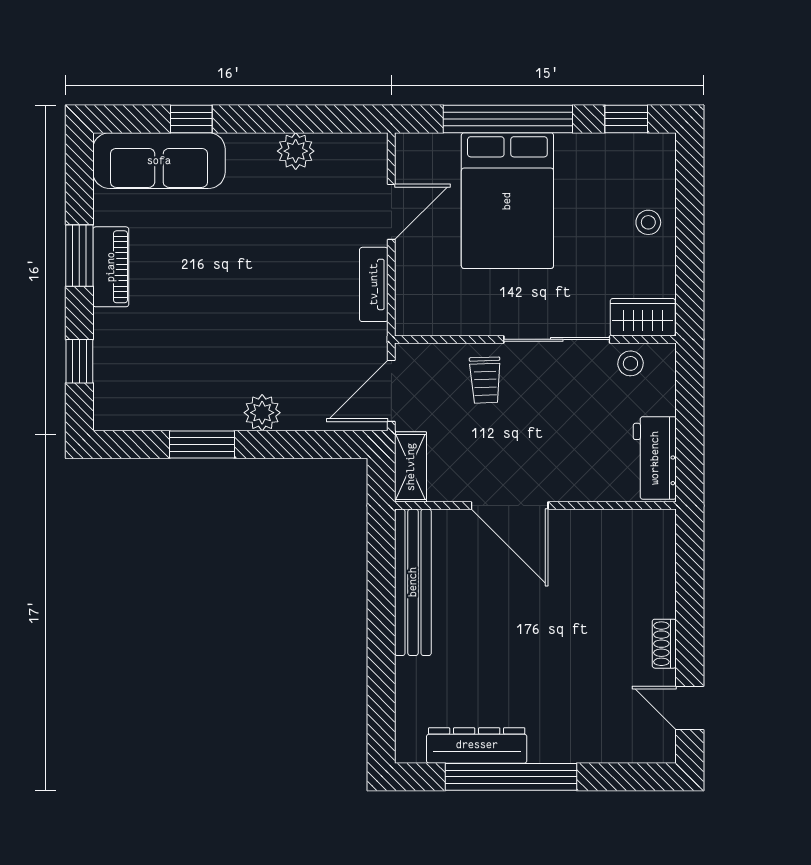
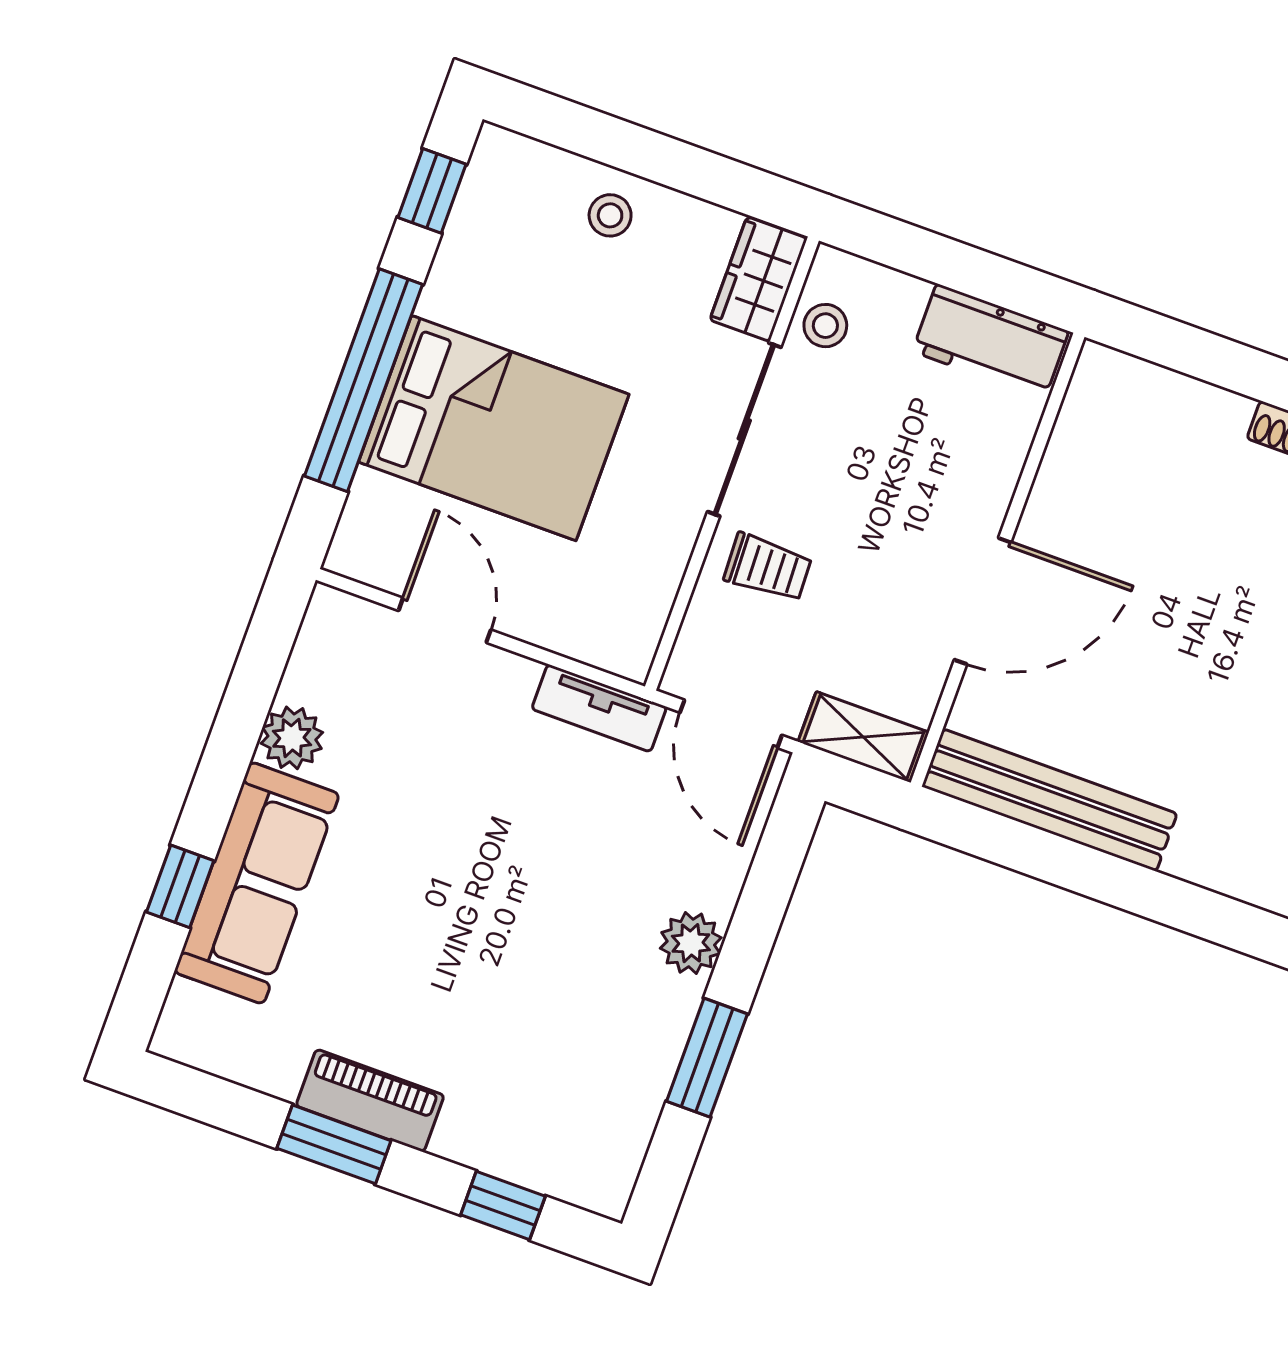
sofa: (159, 161) -> (257, 883), moved
tv unit: (374, 284) -> (599, 708), moved

